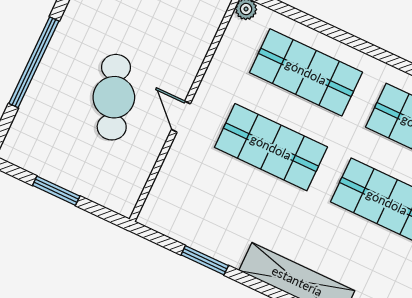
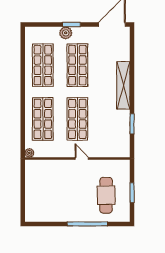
cafe table: (114, 97) -> (106, 195), moved, turned -69
door: (181, 117) -> (82, 159), swing flipped

